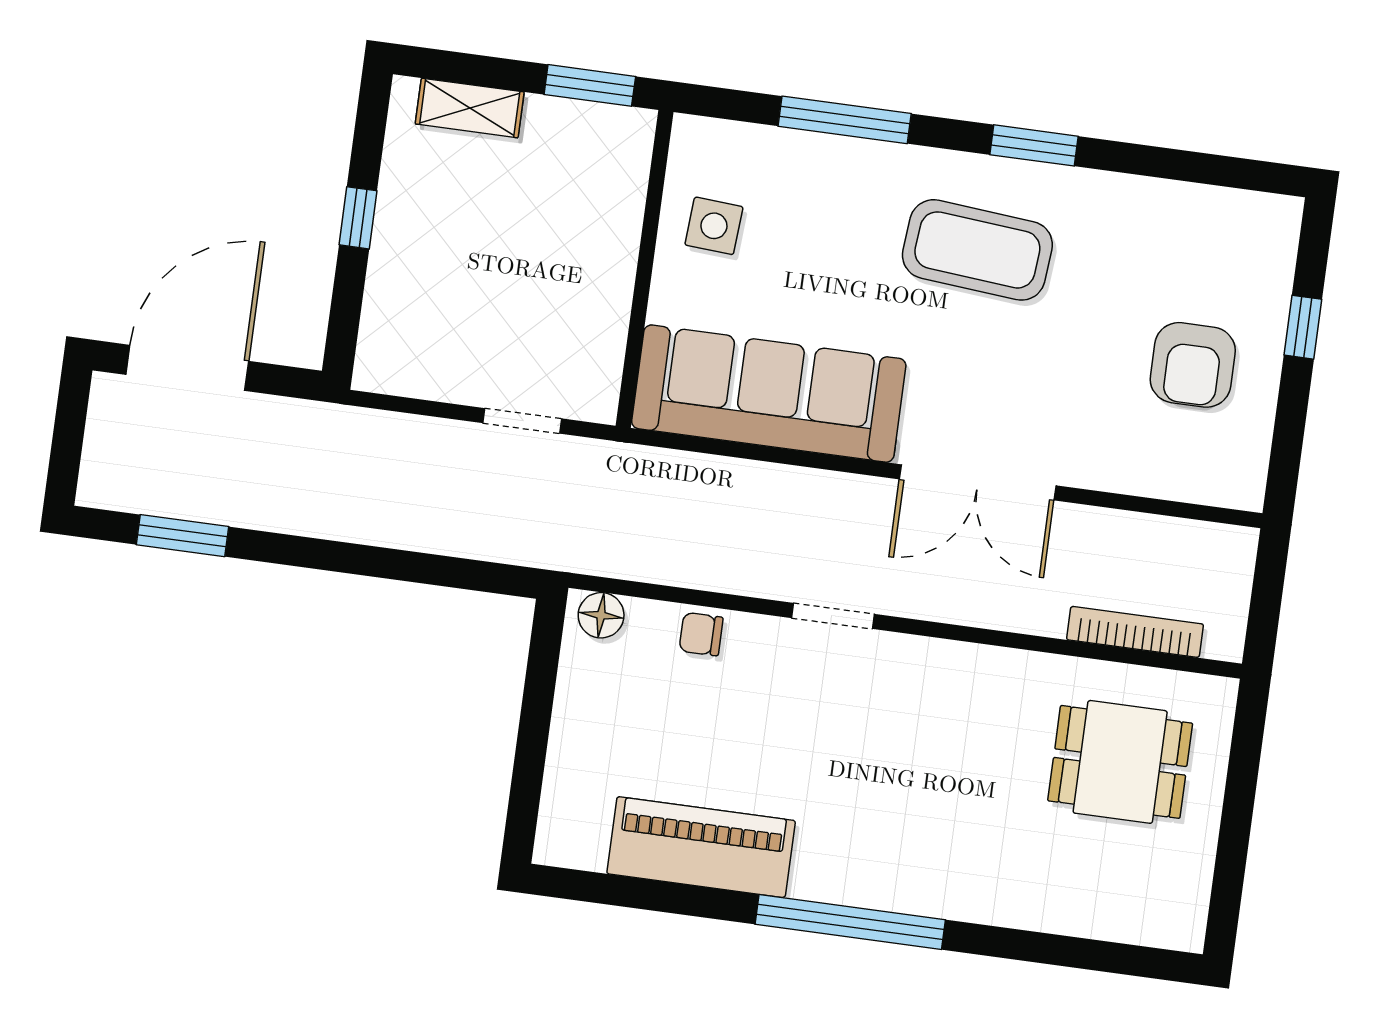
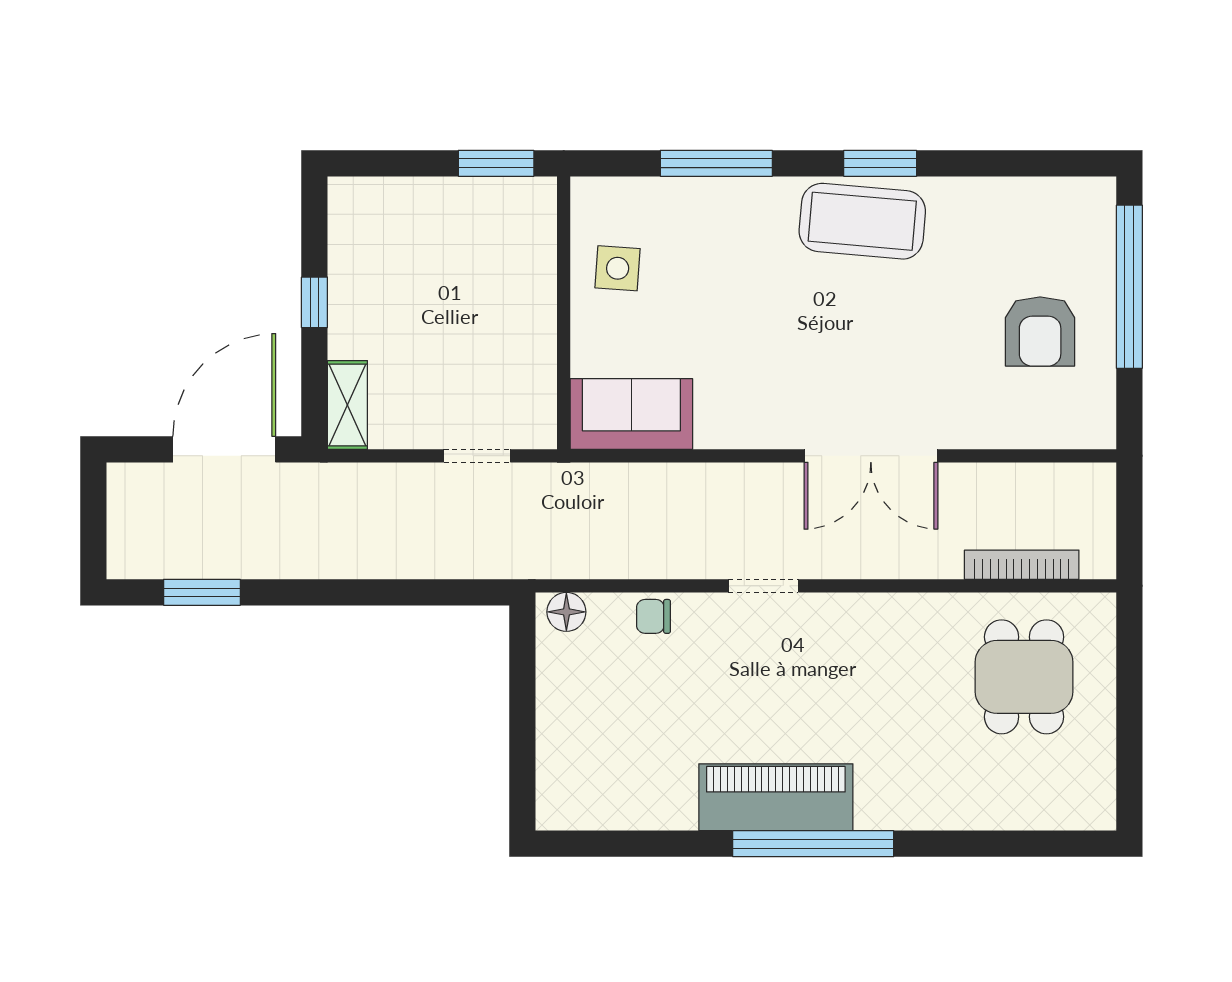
shelving: (470, 108) -> (347, 405), moved, turned 90
coffee table: (977, 250) -> (862, 221), moved
window: (1303, 327) -> (1129, 287), width x3.17
door: (187, 368) -> (224, 449), moved
sofa: (769, 394) -> (631, 414), width x0.54, depth x0.79
dining table: (1120, 762) -> (1024, 677), turned 90
piano: (701, 847) -> (776, 797), moved

